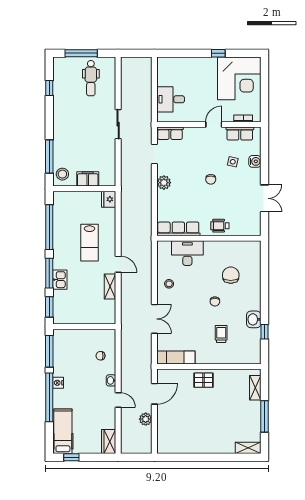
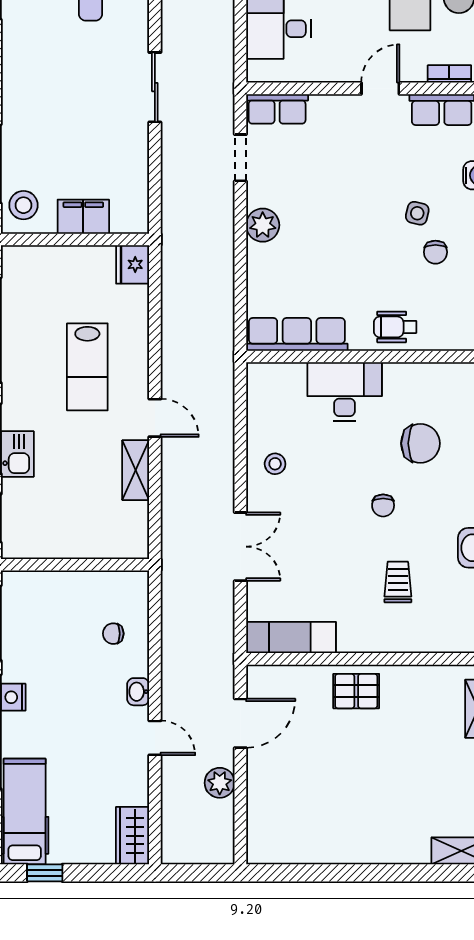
side table: (233, 162) -> (417, 213), moved
chair: (211, 179) -> (435, 252), moved
desk: (187, 253) -> (345, 391), moved
chair: (231, 275) -> (420, 443), turned 90

